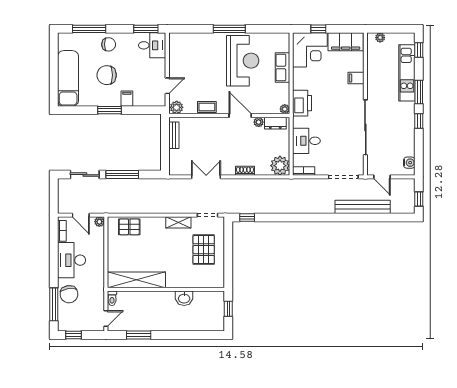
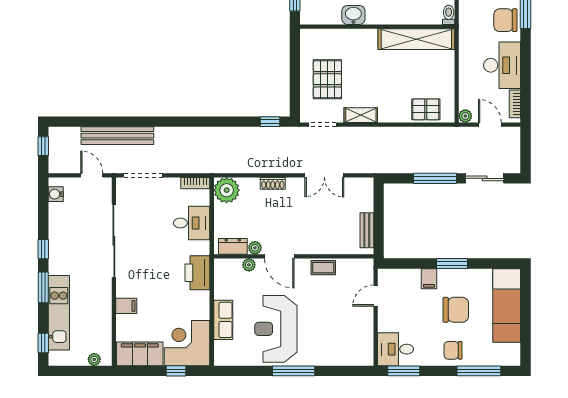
plant: (177, 107) -> (363, 267), removed
plant: (285, 109) -> (249, 265), moved
chair: (69, 294) -> (505, 20), turned -82

